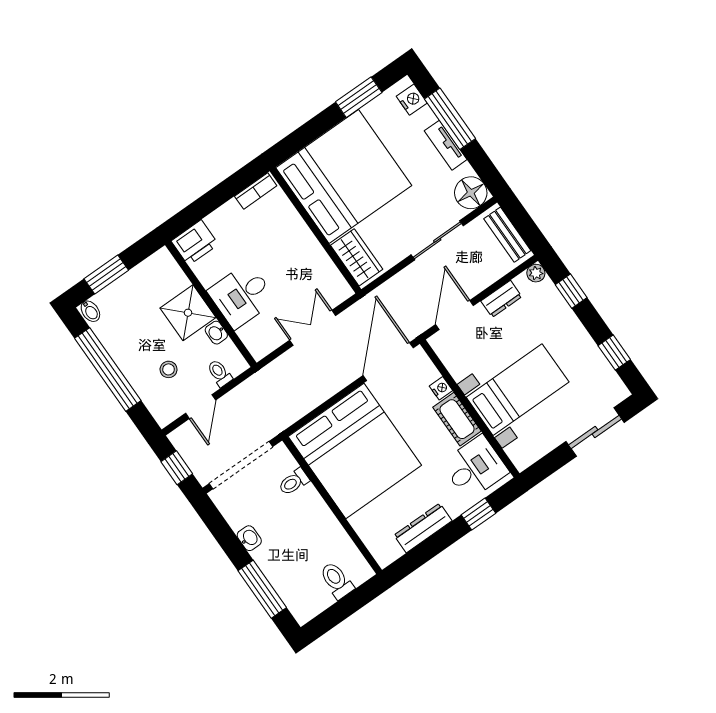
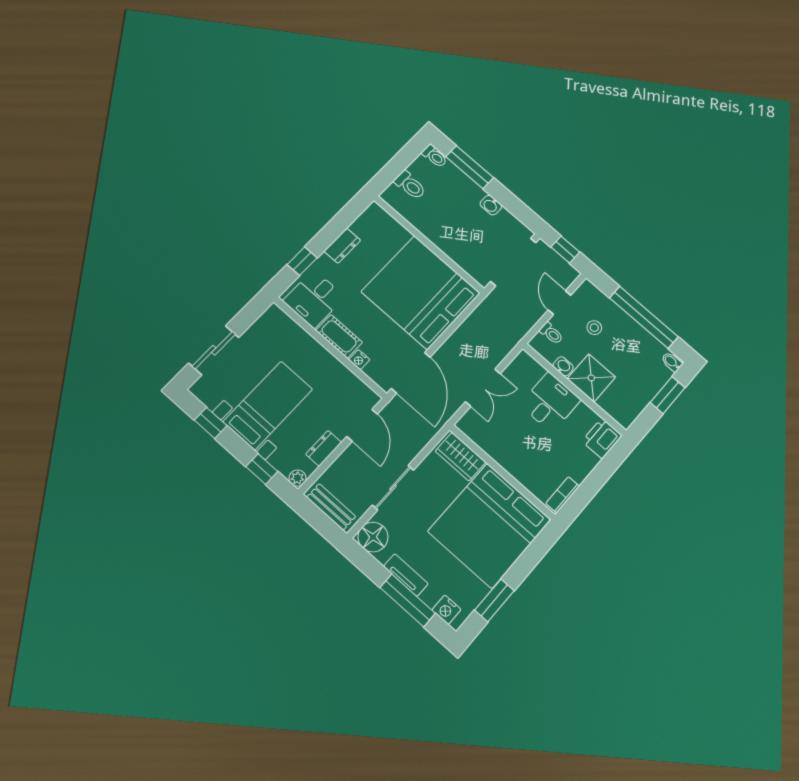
bed with nightstands: (518, 390) -> (268, 405), moved, turned 180
toilet: (294, 482) -> (435, 156), moved, turned 90
dresser: (423, 528) -> (342, 246), width x0.70

